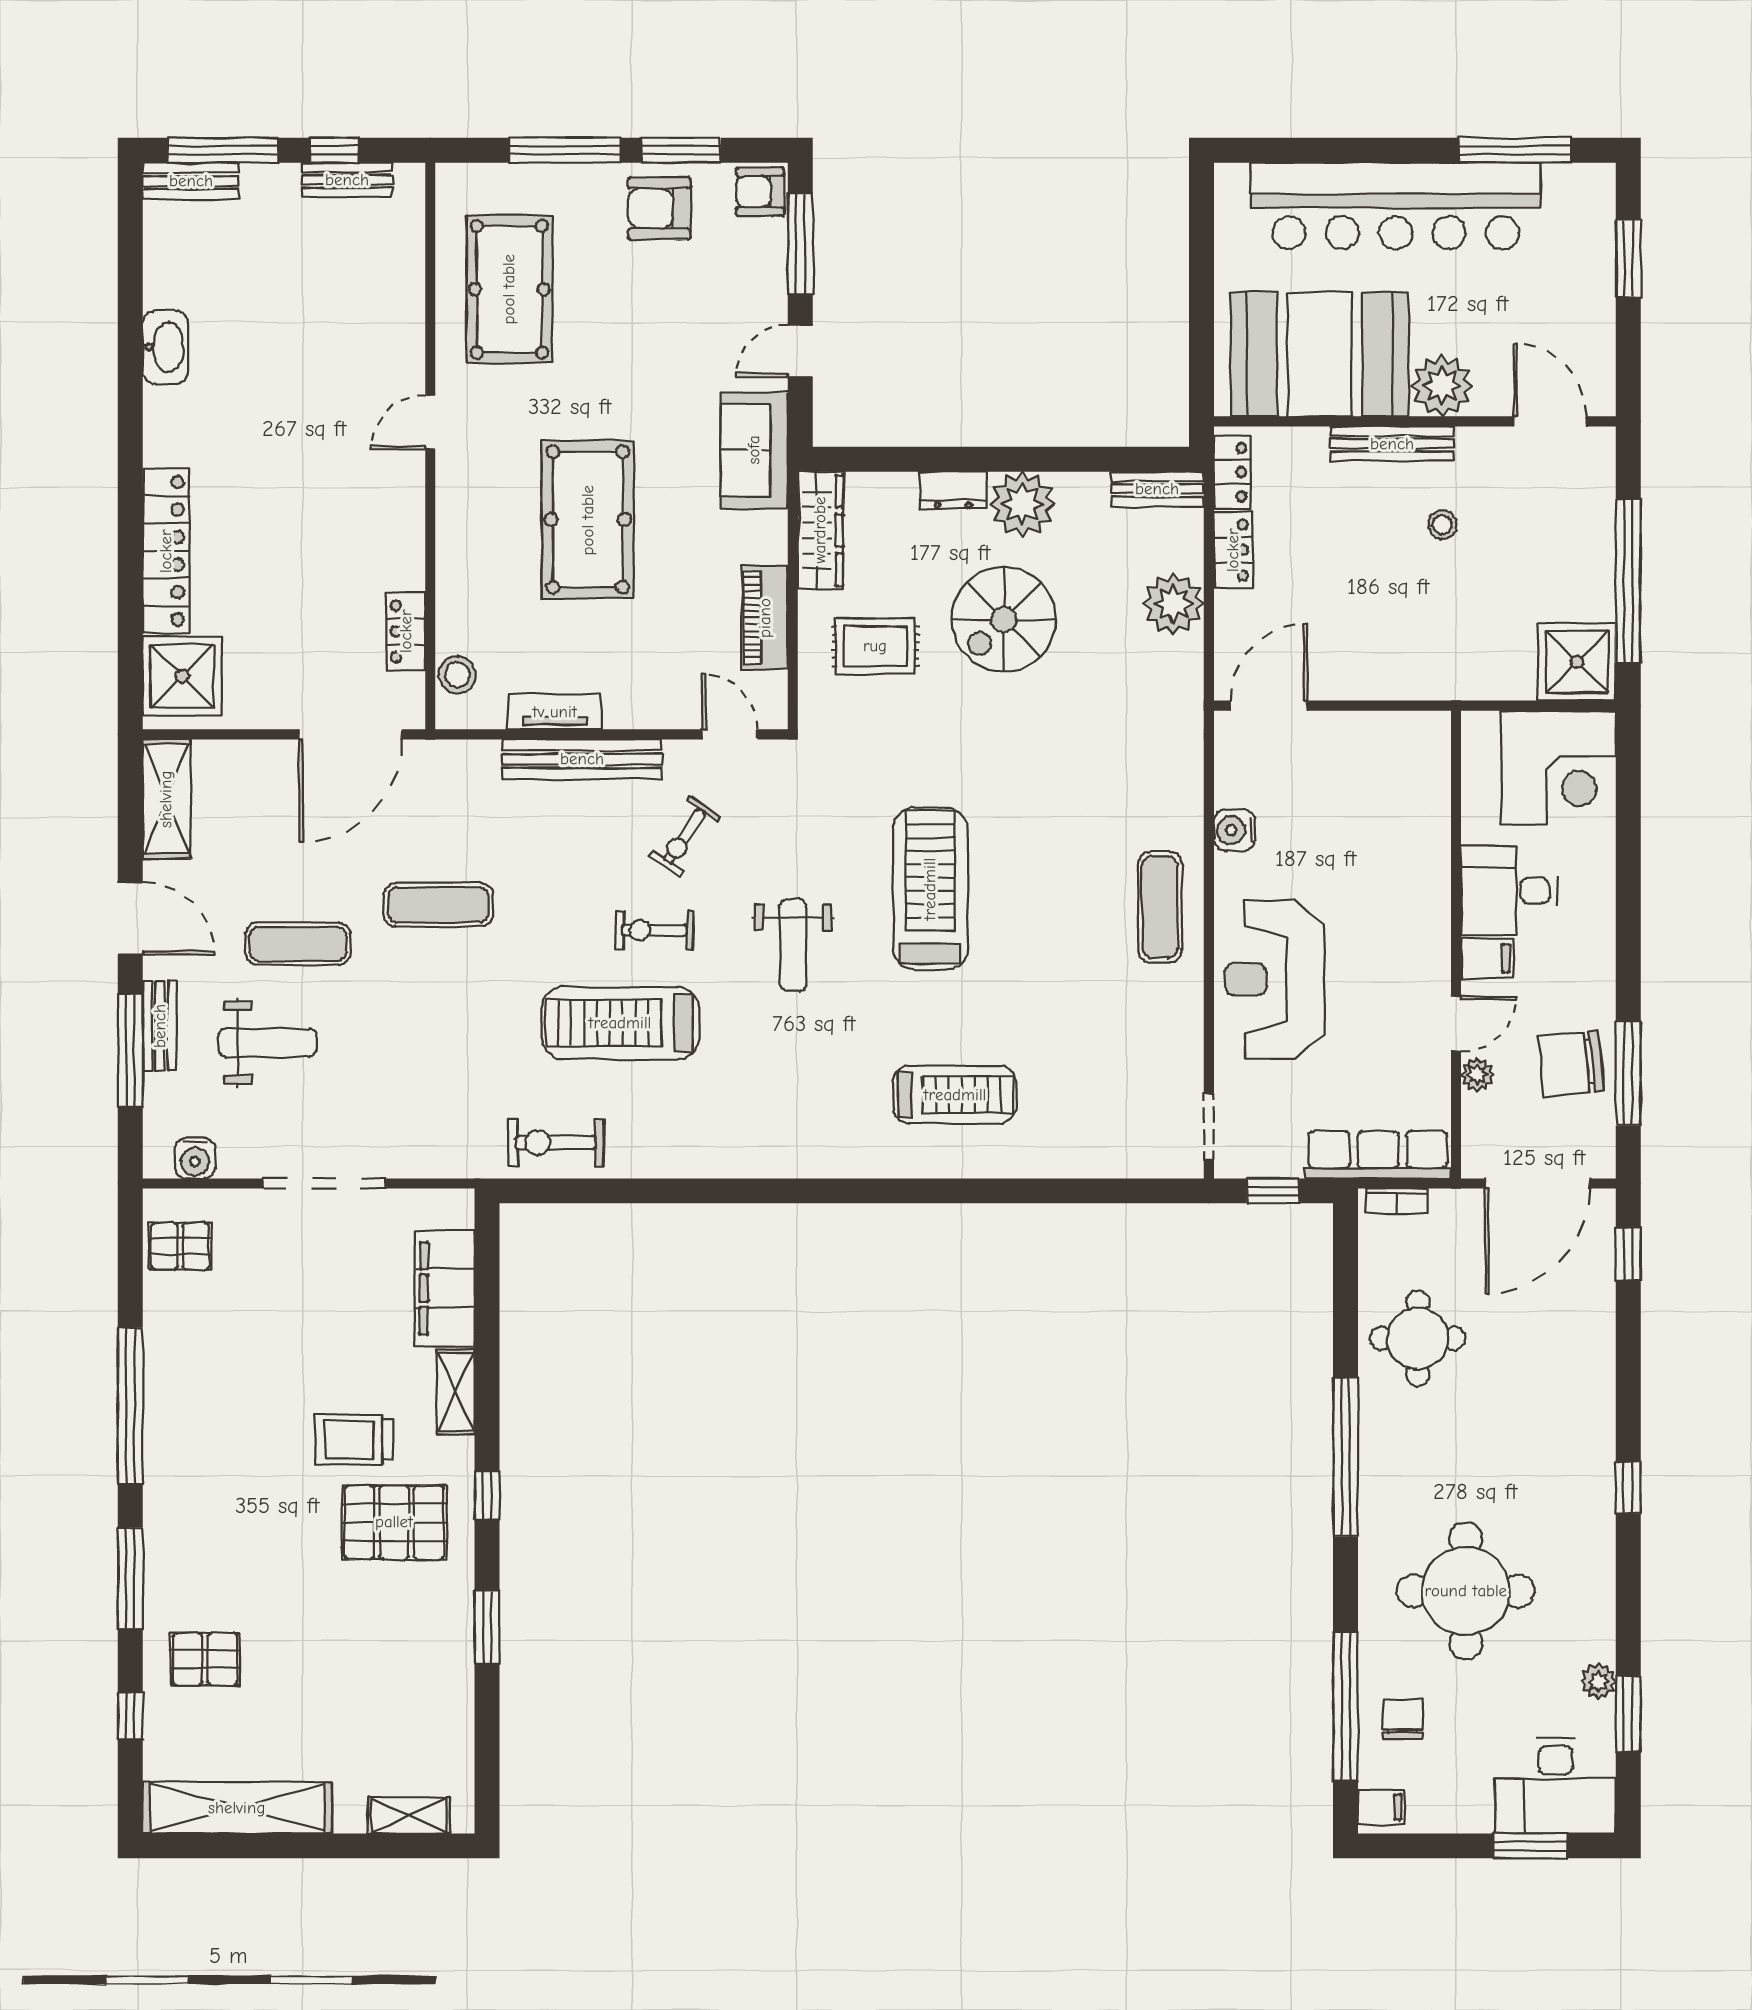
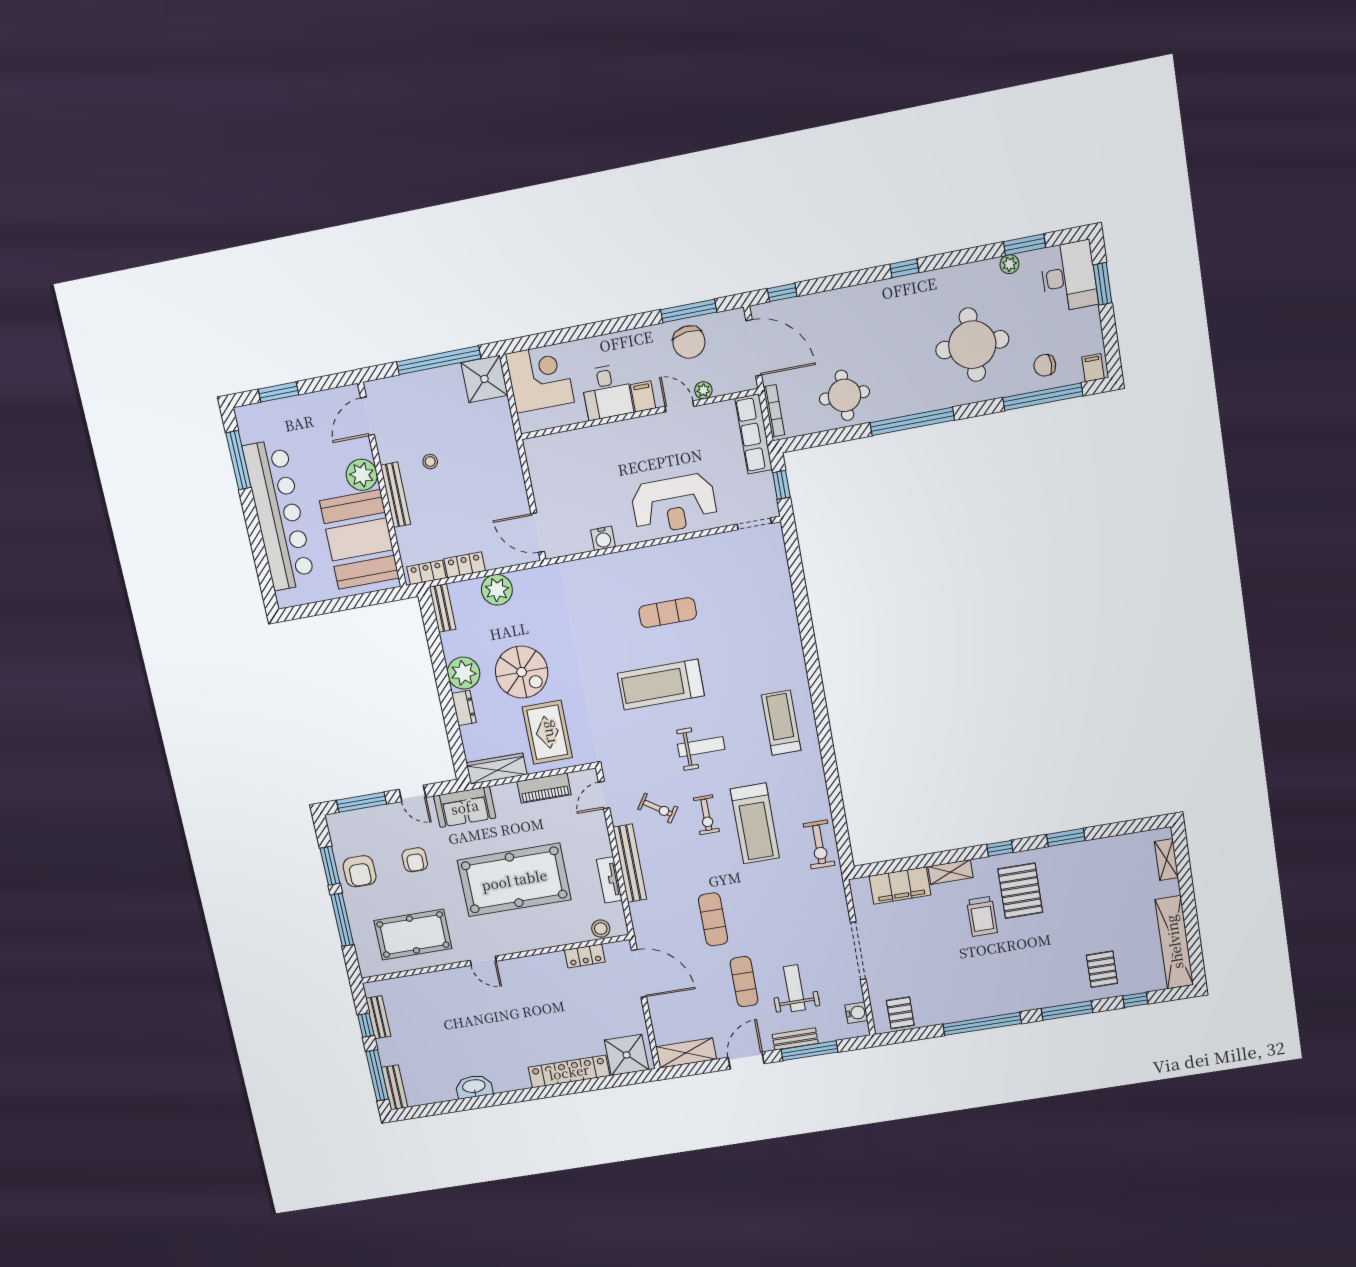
armchair: (760, 192) -> (415, 860), moved
pool table: (588, 520) -> (514, 880), width x1.36, depth x1.32
rug: (875, 646) -> (547, 732), width x1.36, depth x1.43
exercise mat: (1160, 907) -> (668, 613), moved
treadmill: (955, 1095) -> (781, 723), moved
bookcase: (1397, 1201) -> (774, 411), width x1.56

